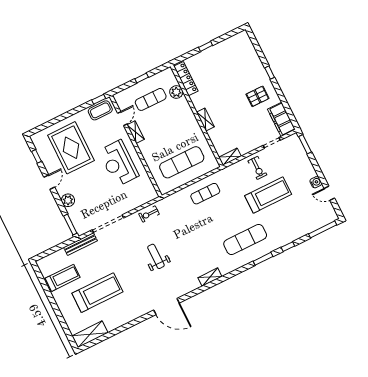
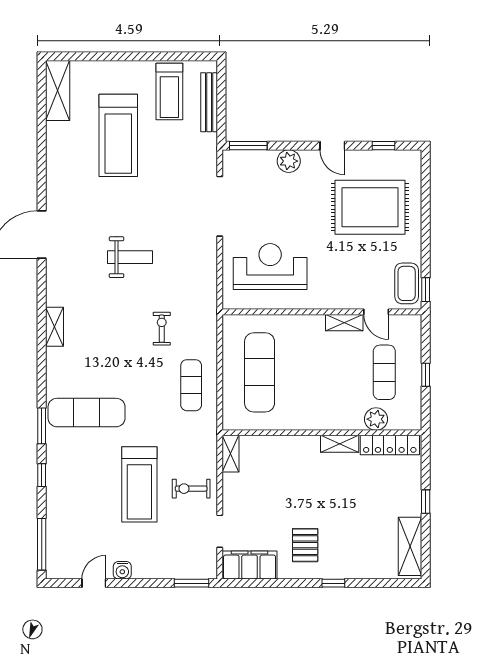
shelving: (232, 43) -> (410, 546), added
shelving: (205, 119) -> (340, 444), moved
reception desk: (119, 163) -> (270, 267), moved
exercise bike: (149, 214) -> (162, 329), moved
exercise mat: (245, 240) -> (87, 413), turned 90
bench: (80, 244) -> (209, 102), moved

